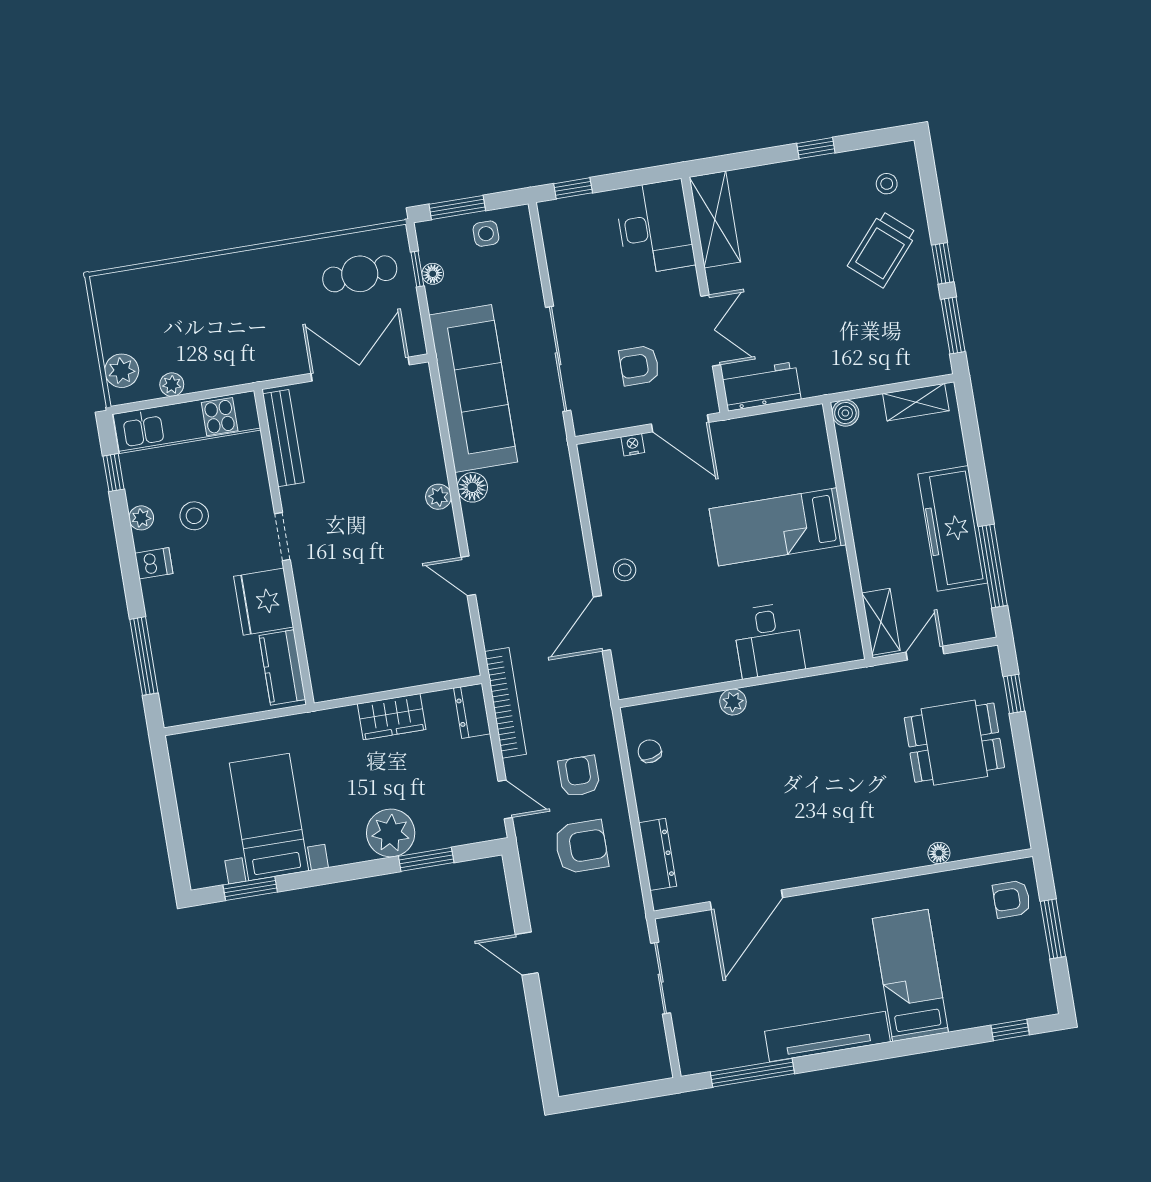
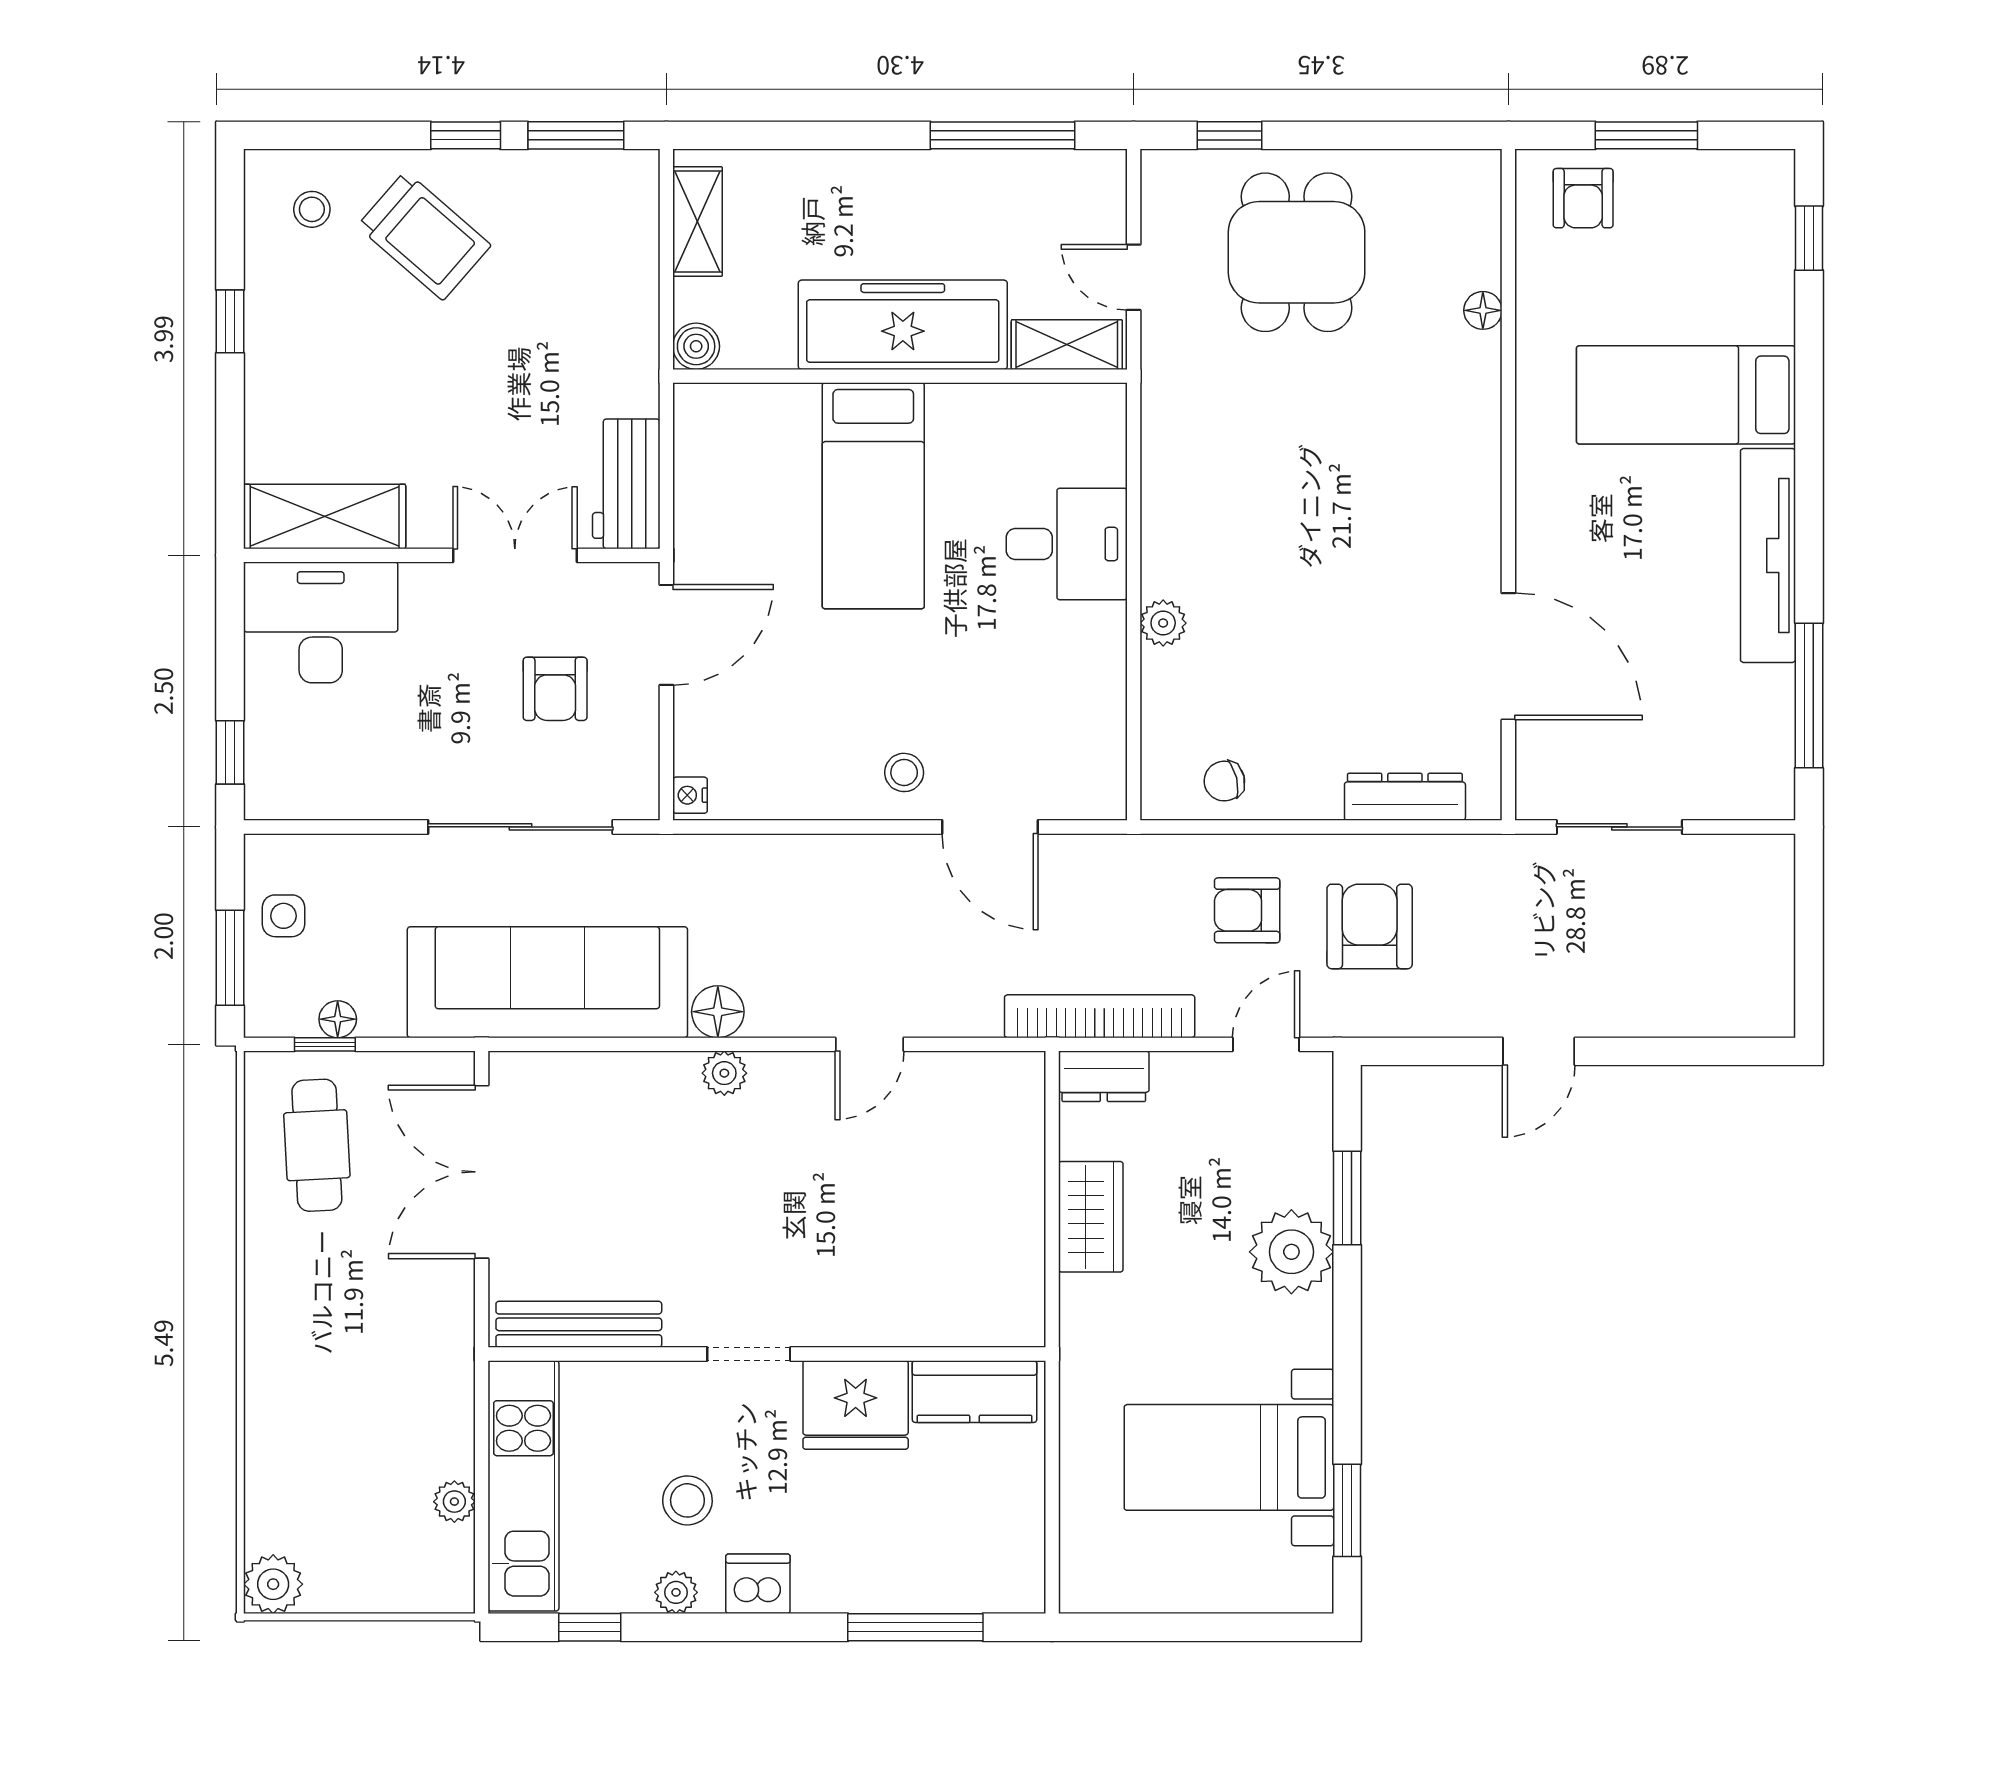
plant: (122, 371) -> (273, 1584), moved
nightstand: (633, 445) -> (690, 795), moved
freezer: (953, 528) -> (903, 325), moved, turned 180
dishwasher: (154, 563) -> (758, 1584), width x1.38

